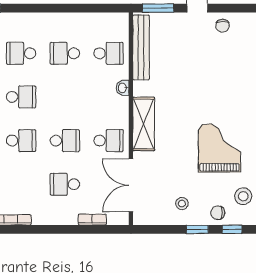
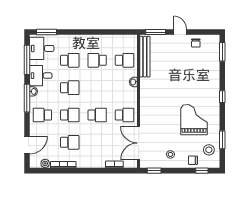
school desk: (21, 53) -> (70, 60), turned 180
shelving: (144, 124) -> (147, 105), removed
school desk: (65, 184) -> (70, 142), moved, turned 180
window: (197, 229) -> (154, 171), moved

